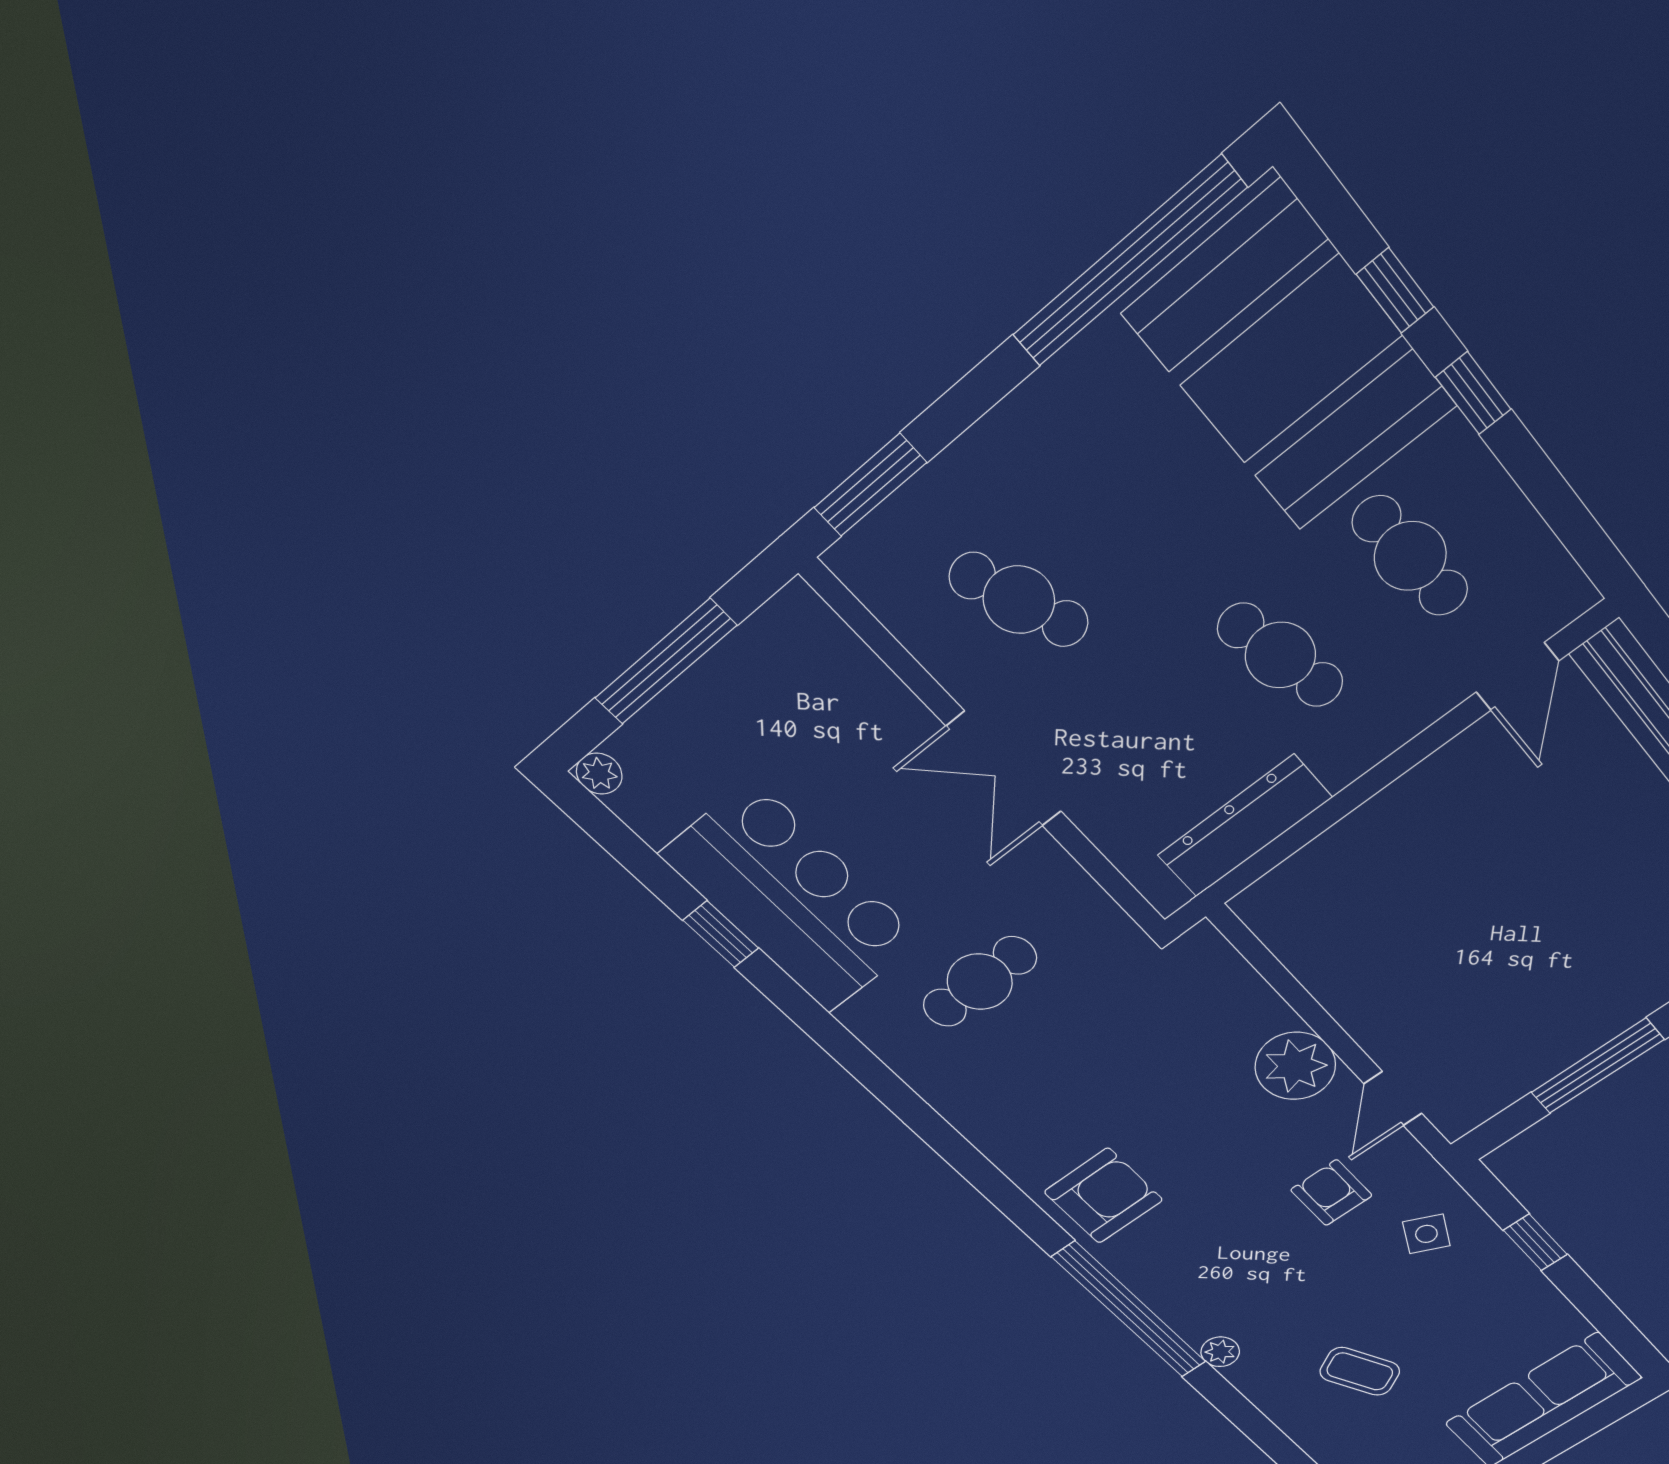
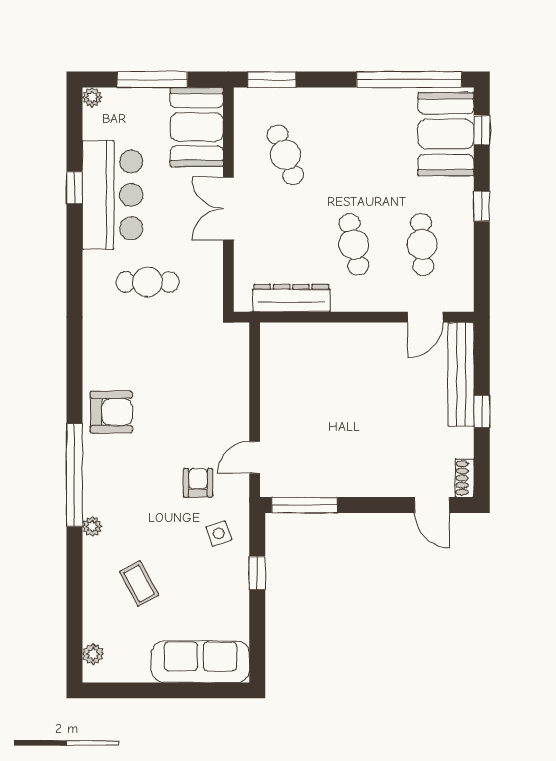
window: (1395, 291) -> (482, 130), moved
booth: (1291, 360) -> (446, 134), width x0.73, depth x0.70
booth: (820, 679) -> (197, 127), added
plant: (1295, 1066) -> (230, 413), removed
window: (1597, 1066) -> (305, 505), moved
side table: (1426, 1234) -> (219, 534), turned 45

